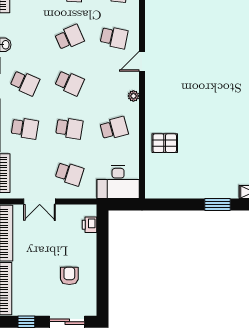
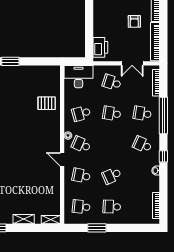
door: (142, 61) -> (62, 159), swing flipped
school desk: (69, 83) -> (81, 145), moved
double door: (40, 202) -> (132, 63), swing flipped
printer: (89, 225) -> (100, 47), width x1.87, depth x1.48
armchair: (69, 276) -> (134, 21), moved

